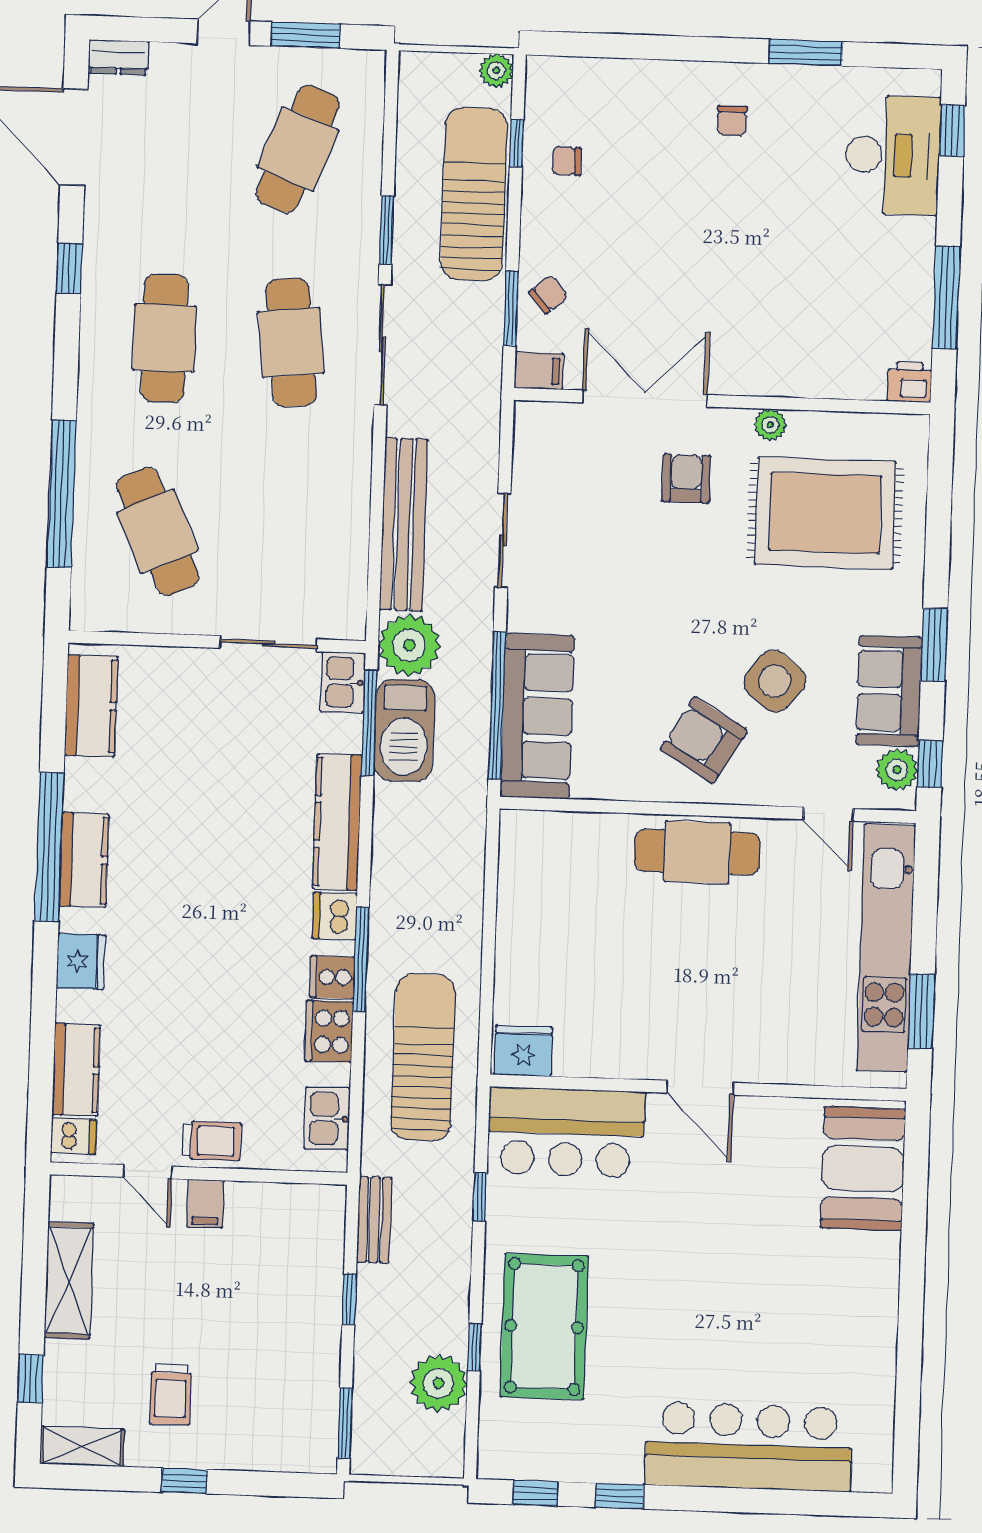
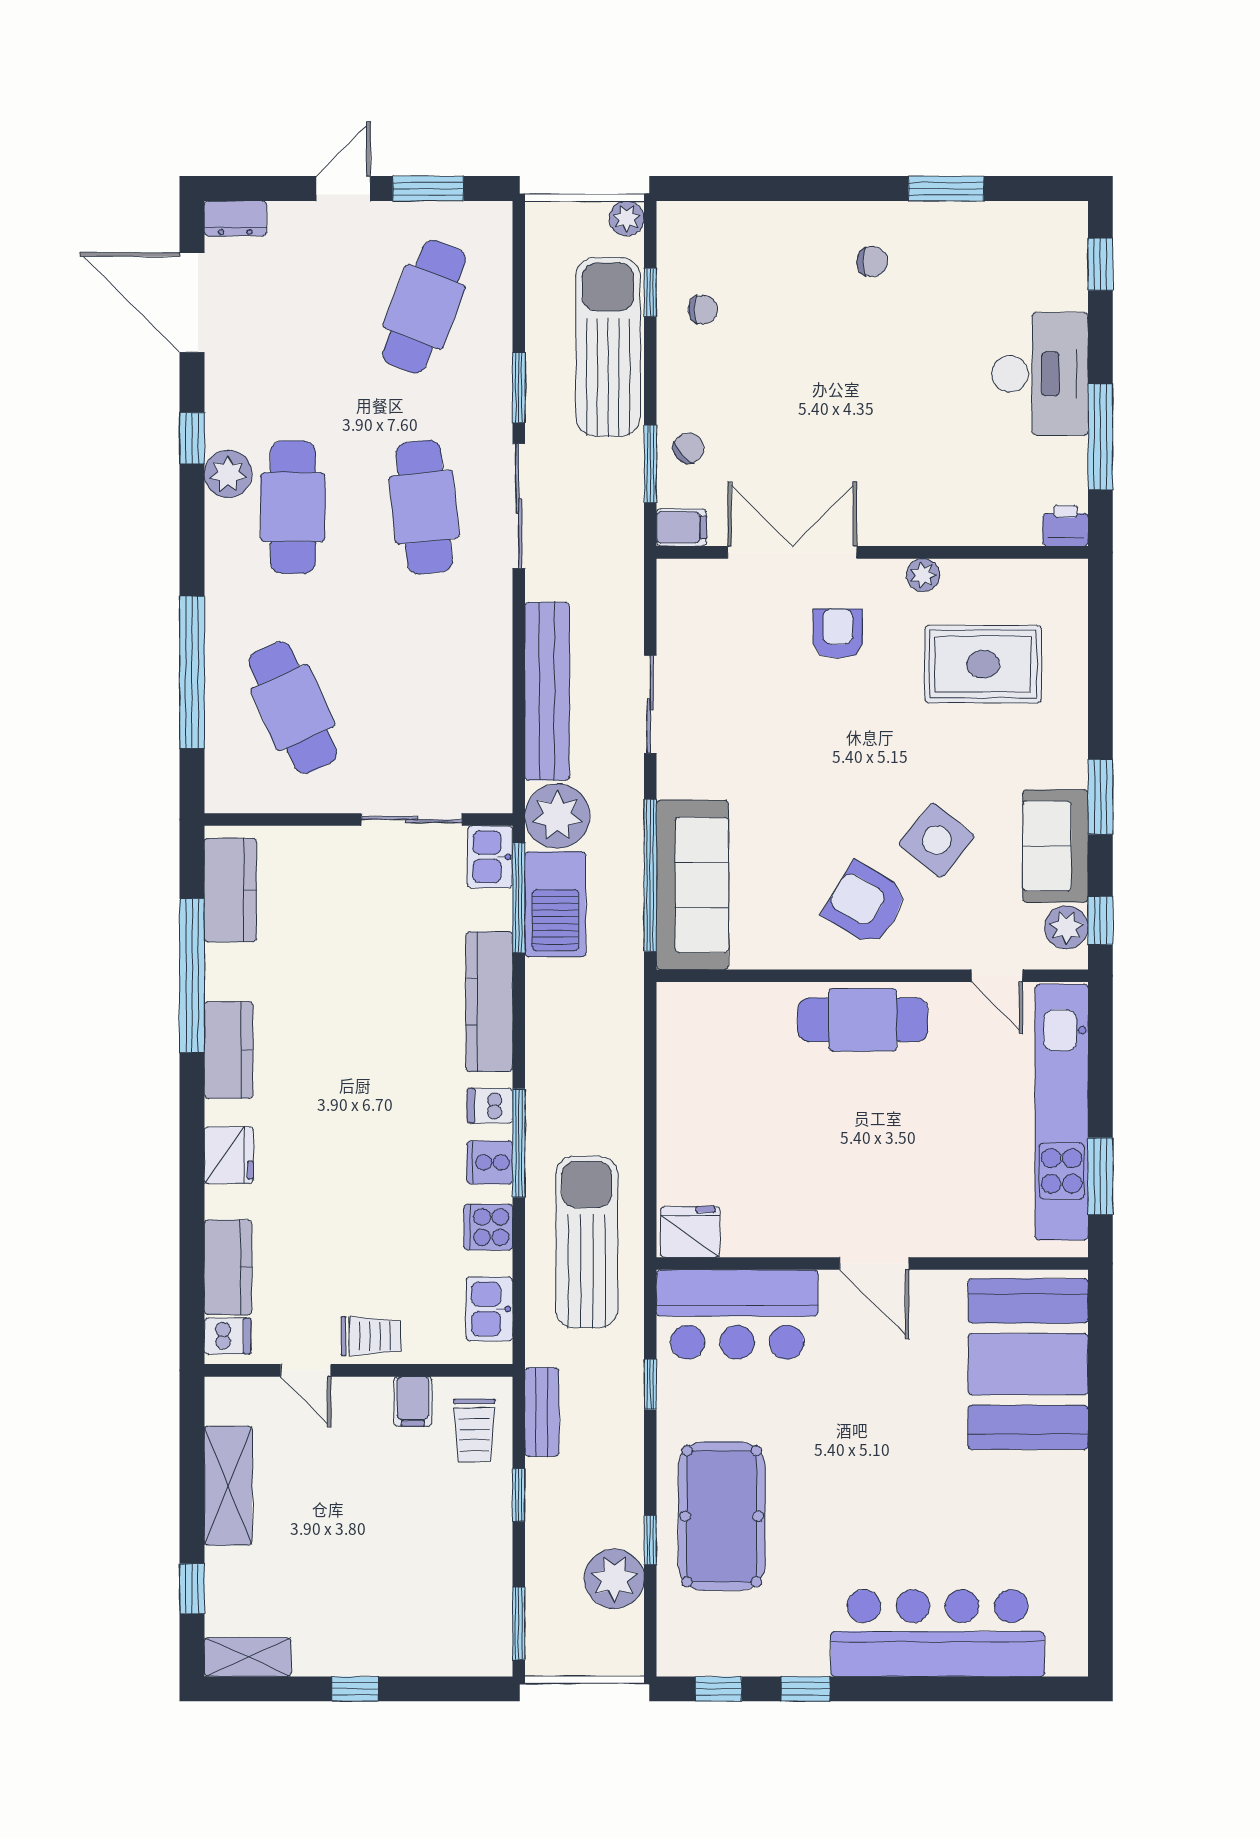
chair: (732, 121) -> (872, 262), turned -90
desk: (893, 155) -> (1040, 374), moved
chair: (567, 161) -> (703, 310), turned 180
plant: (103, 304) -> (228, 474), added
rug: (825, 513) -> (983, 664), width x0.73, depth x0.69
window: (49, 847) -> (192, 976), moved
dishwasher: (335, 916) -> (490, 1106), width x0.73
cooker: (329, 1032) -> (488, 1227), width x0.73
booth: (863, 1169) -> (1028, 1364), width x1.36, depth x1.42
filing cabinet: (205, 1204) -> (413, 1401), moved
trolley: (171, 1394) -> (474, 1430), moved

